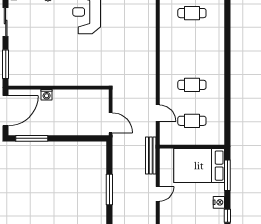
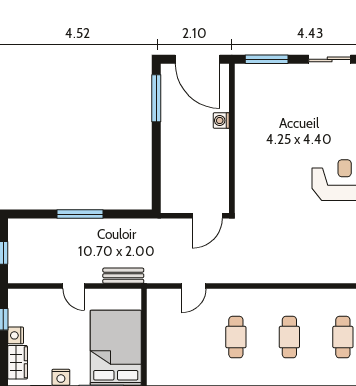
cafe table: (192, 121) -> (289, 337), moved
door: (111, 123) -> (207, 216), moved
bench: (151, 156) -> (123, 276), width x0.73

